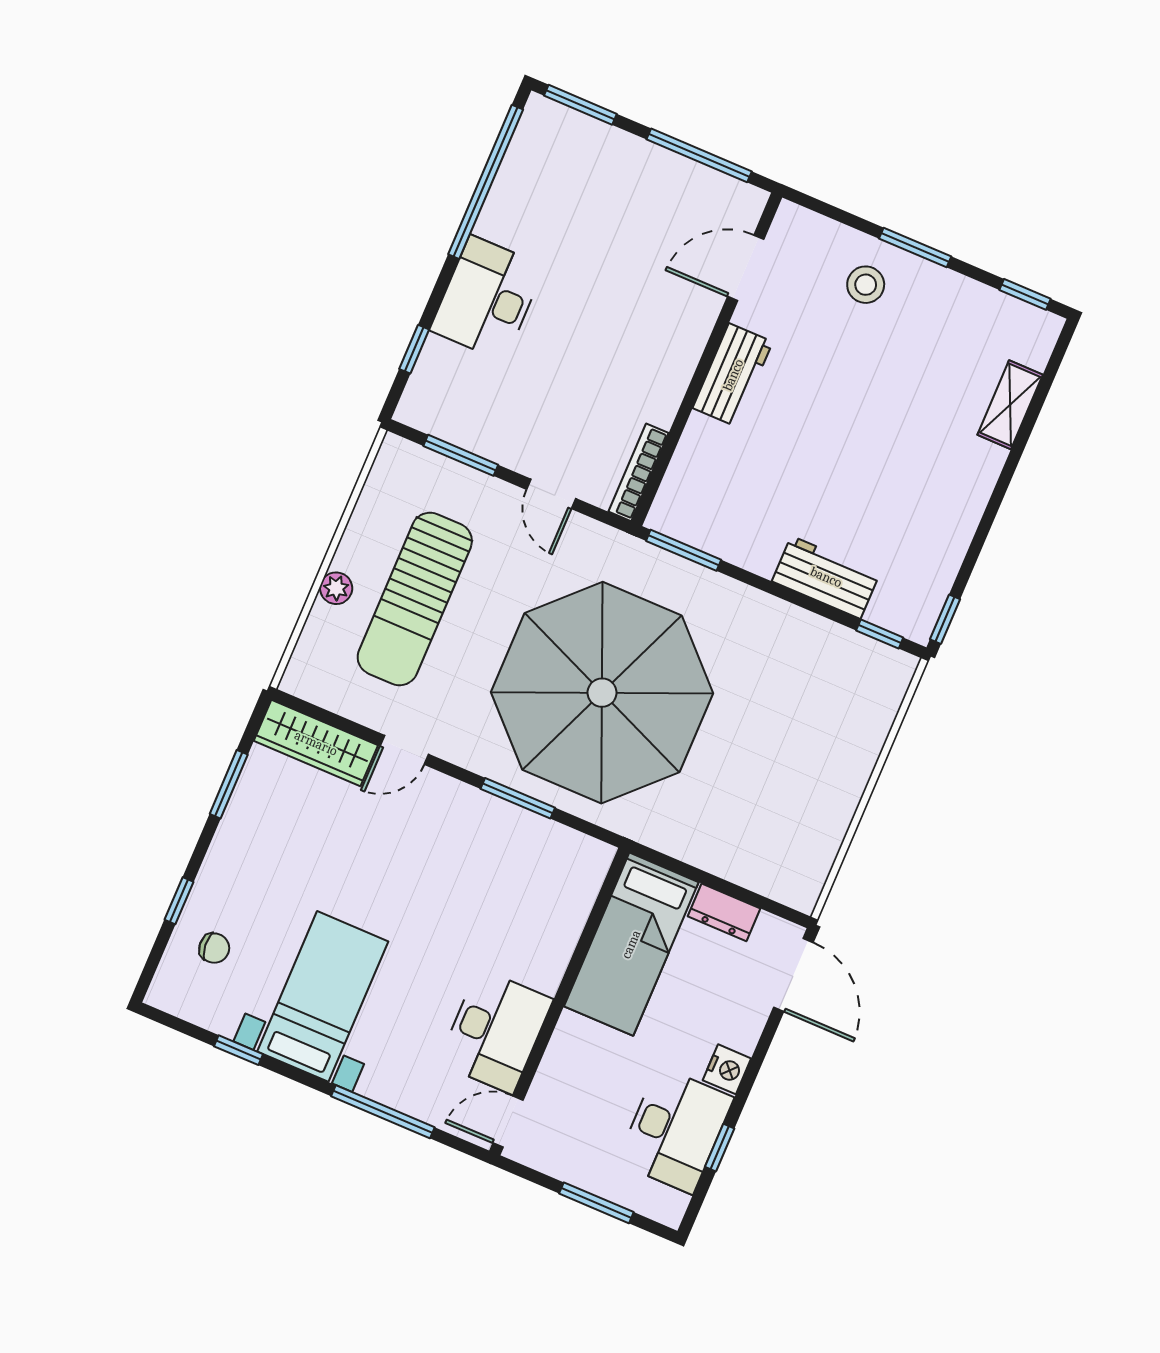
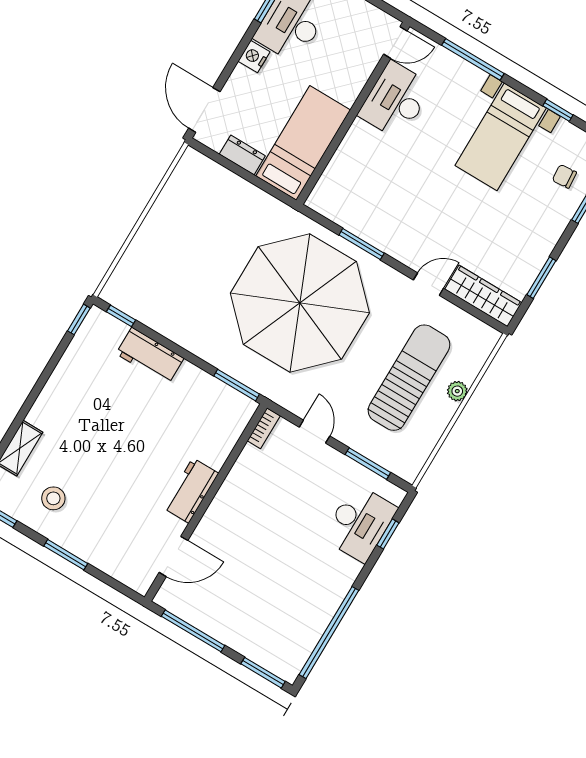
stool: (866, 285) -> (53, 498), moved
desk: (487, 298) -> (360, 523), moved
bookcase: (639, 472) -> (264, 428), width x0.64

